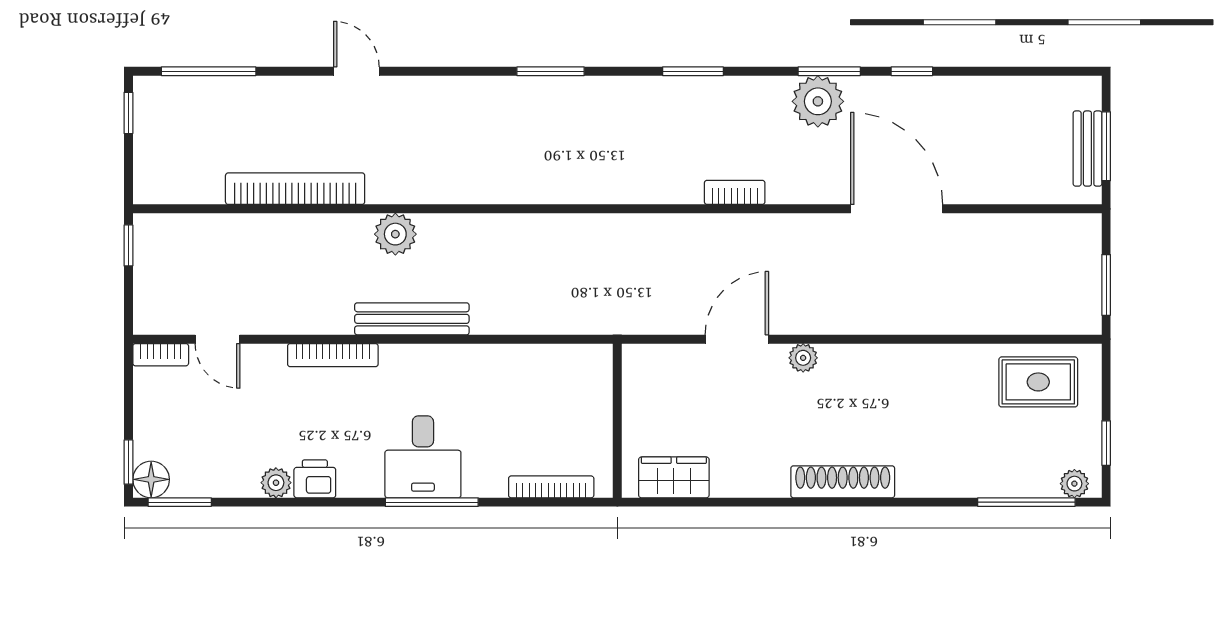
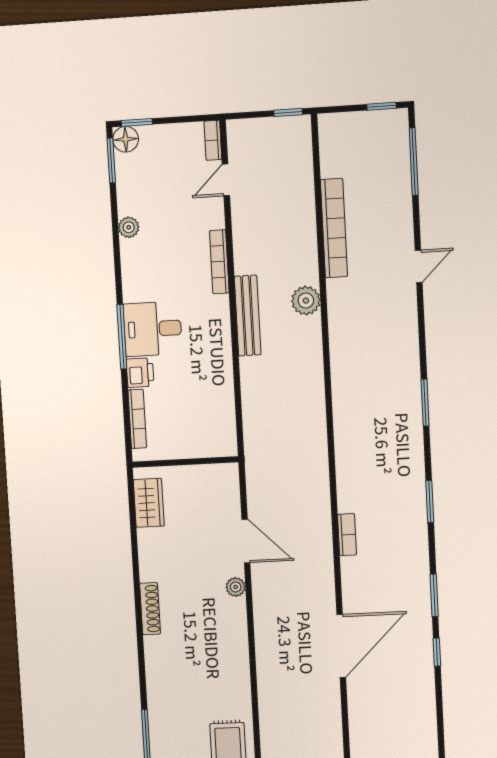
plant: (818, 101) -> (413, 589), removed
printer: (315, 479) -> (140, 373), moved
shoe rack: (843, 482) -> (150, 609), width x0.74, depth x0.81

